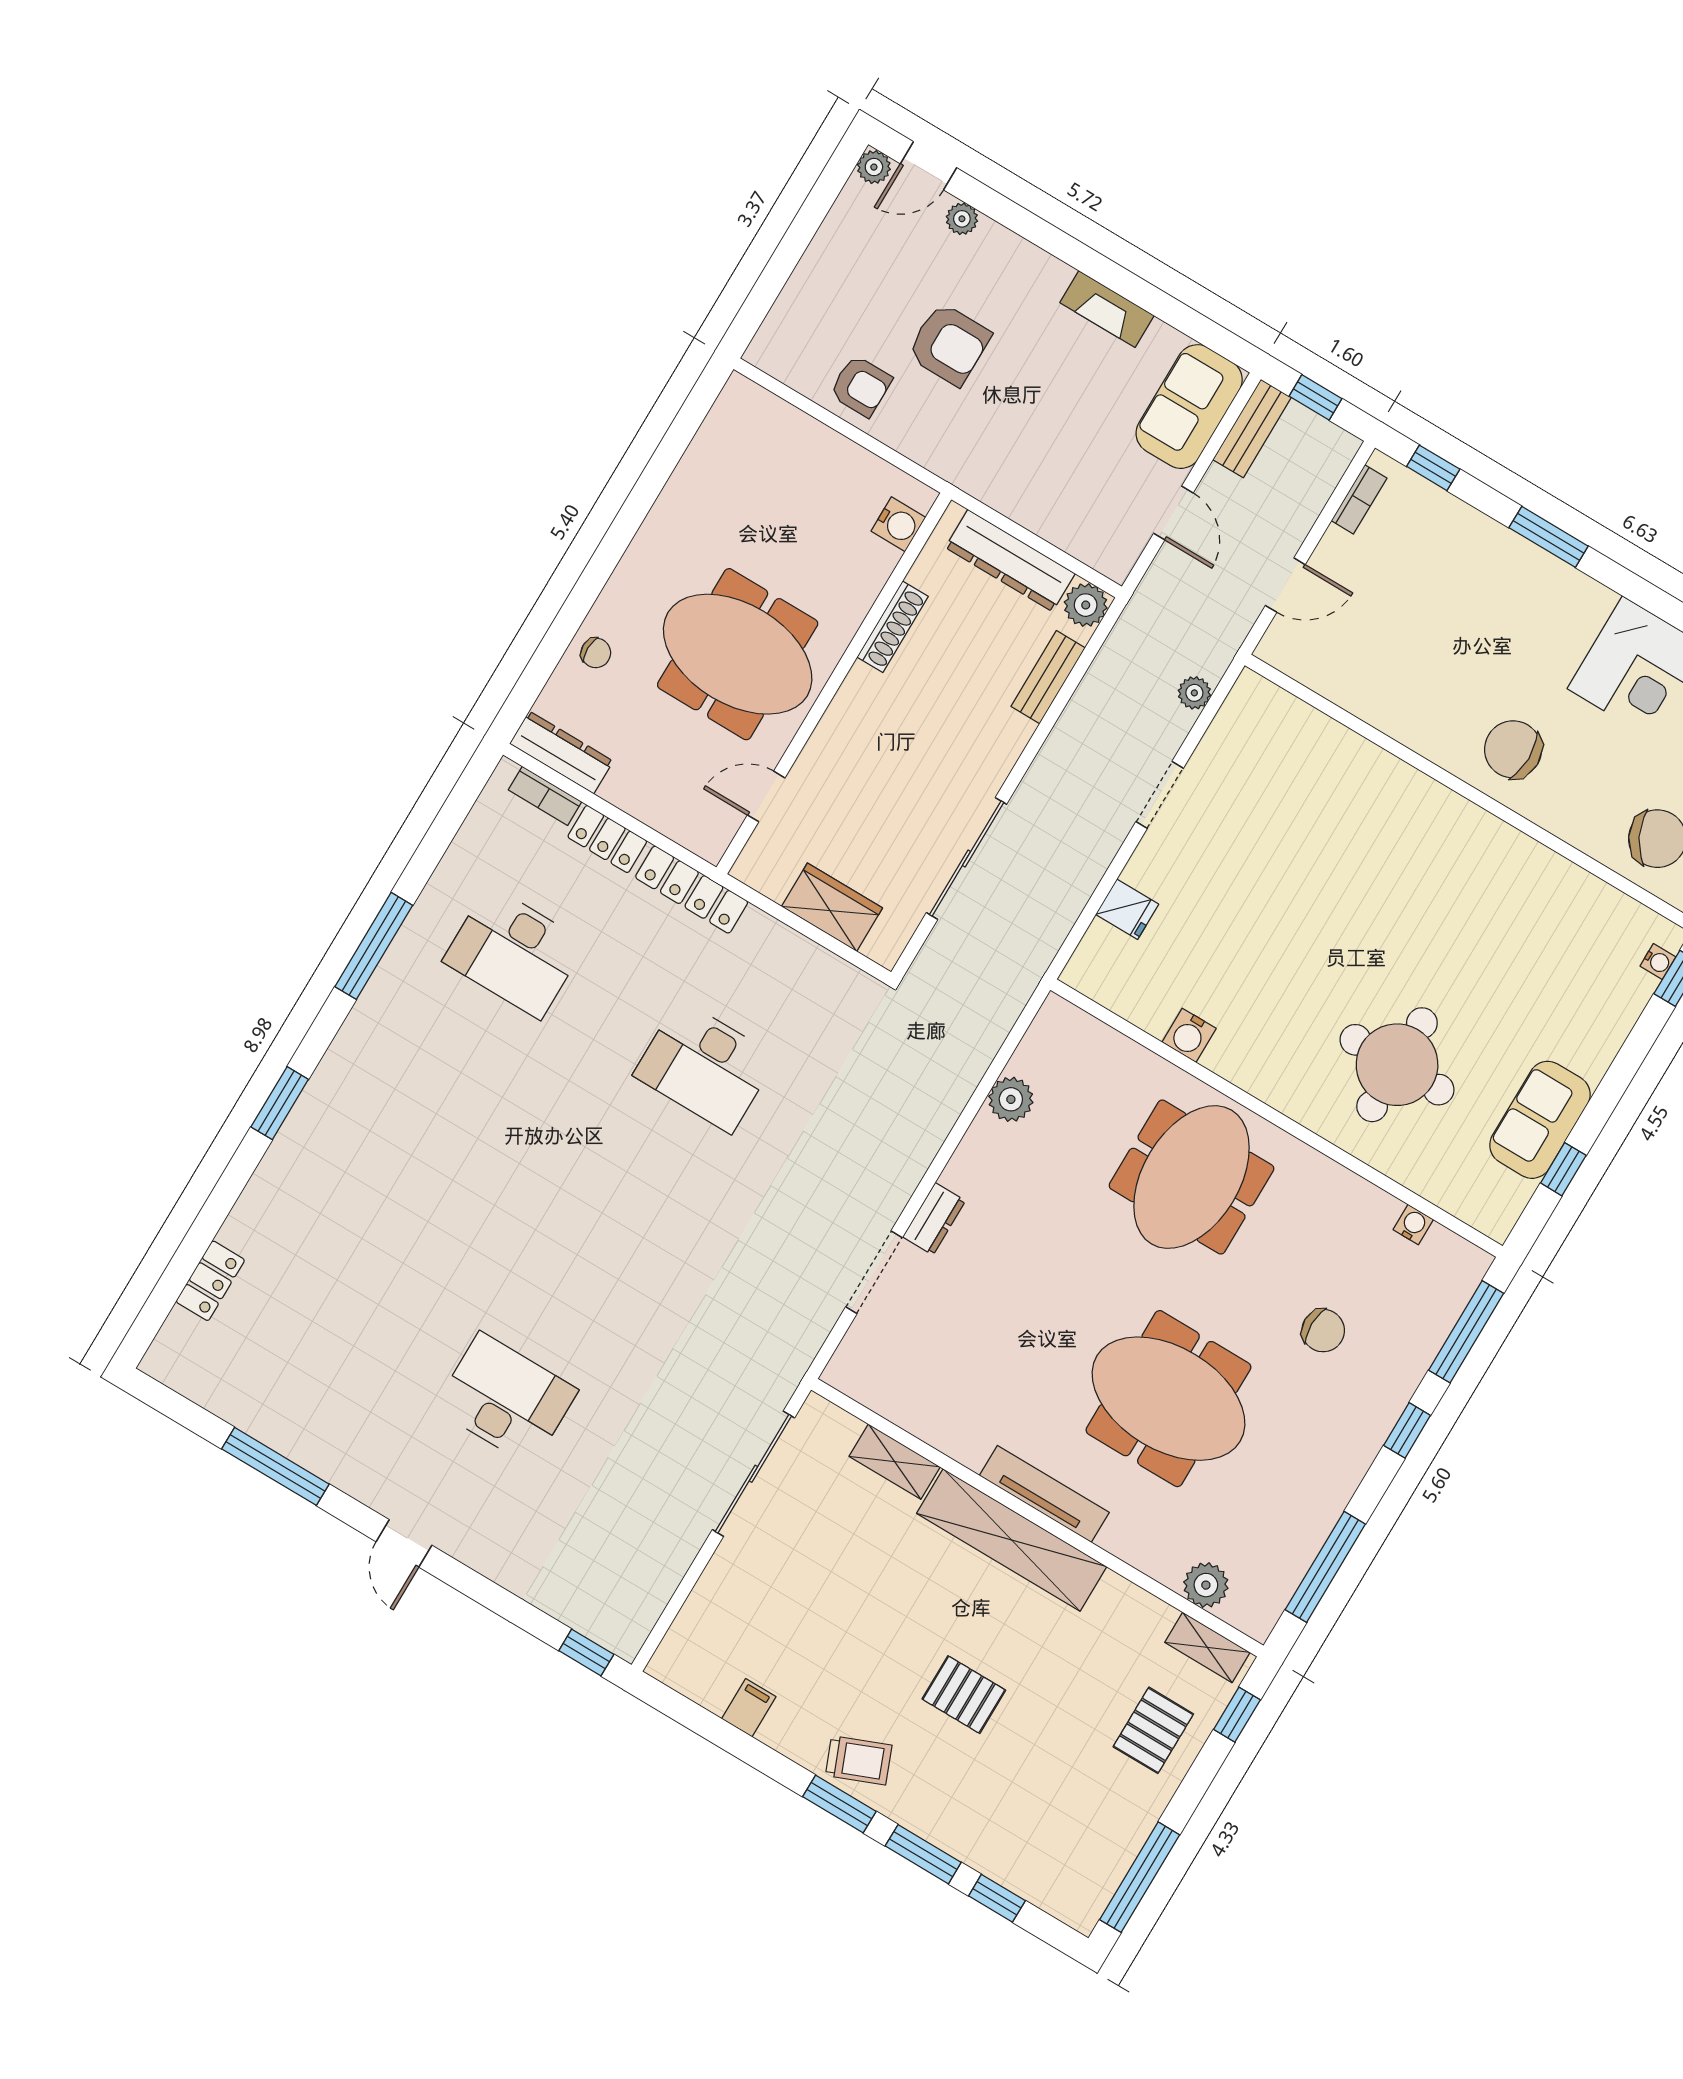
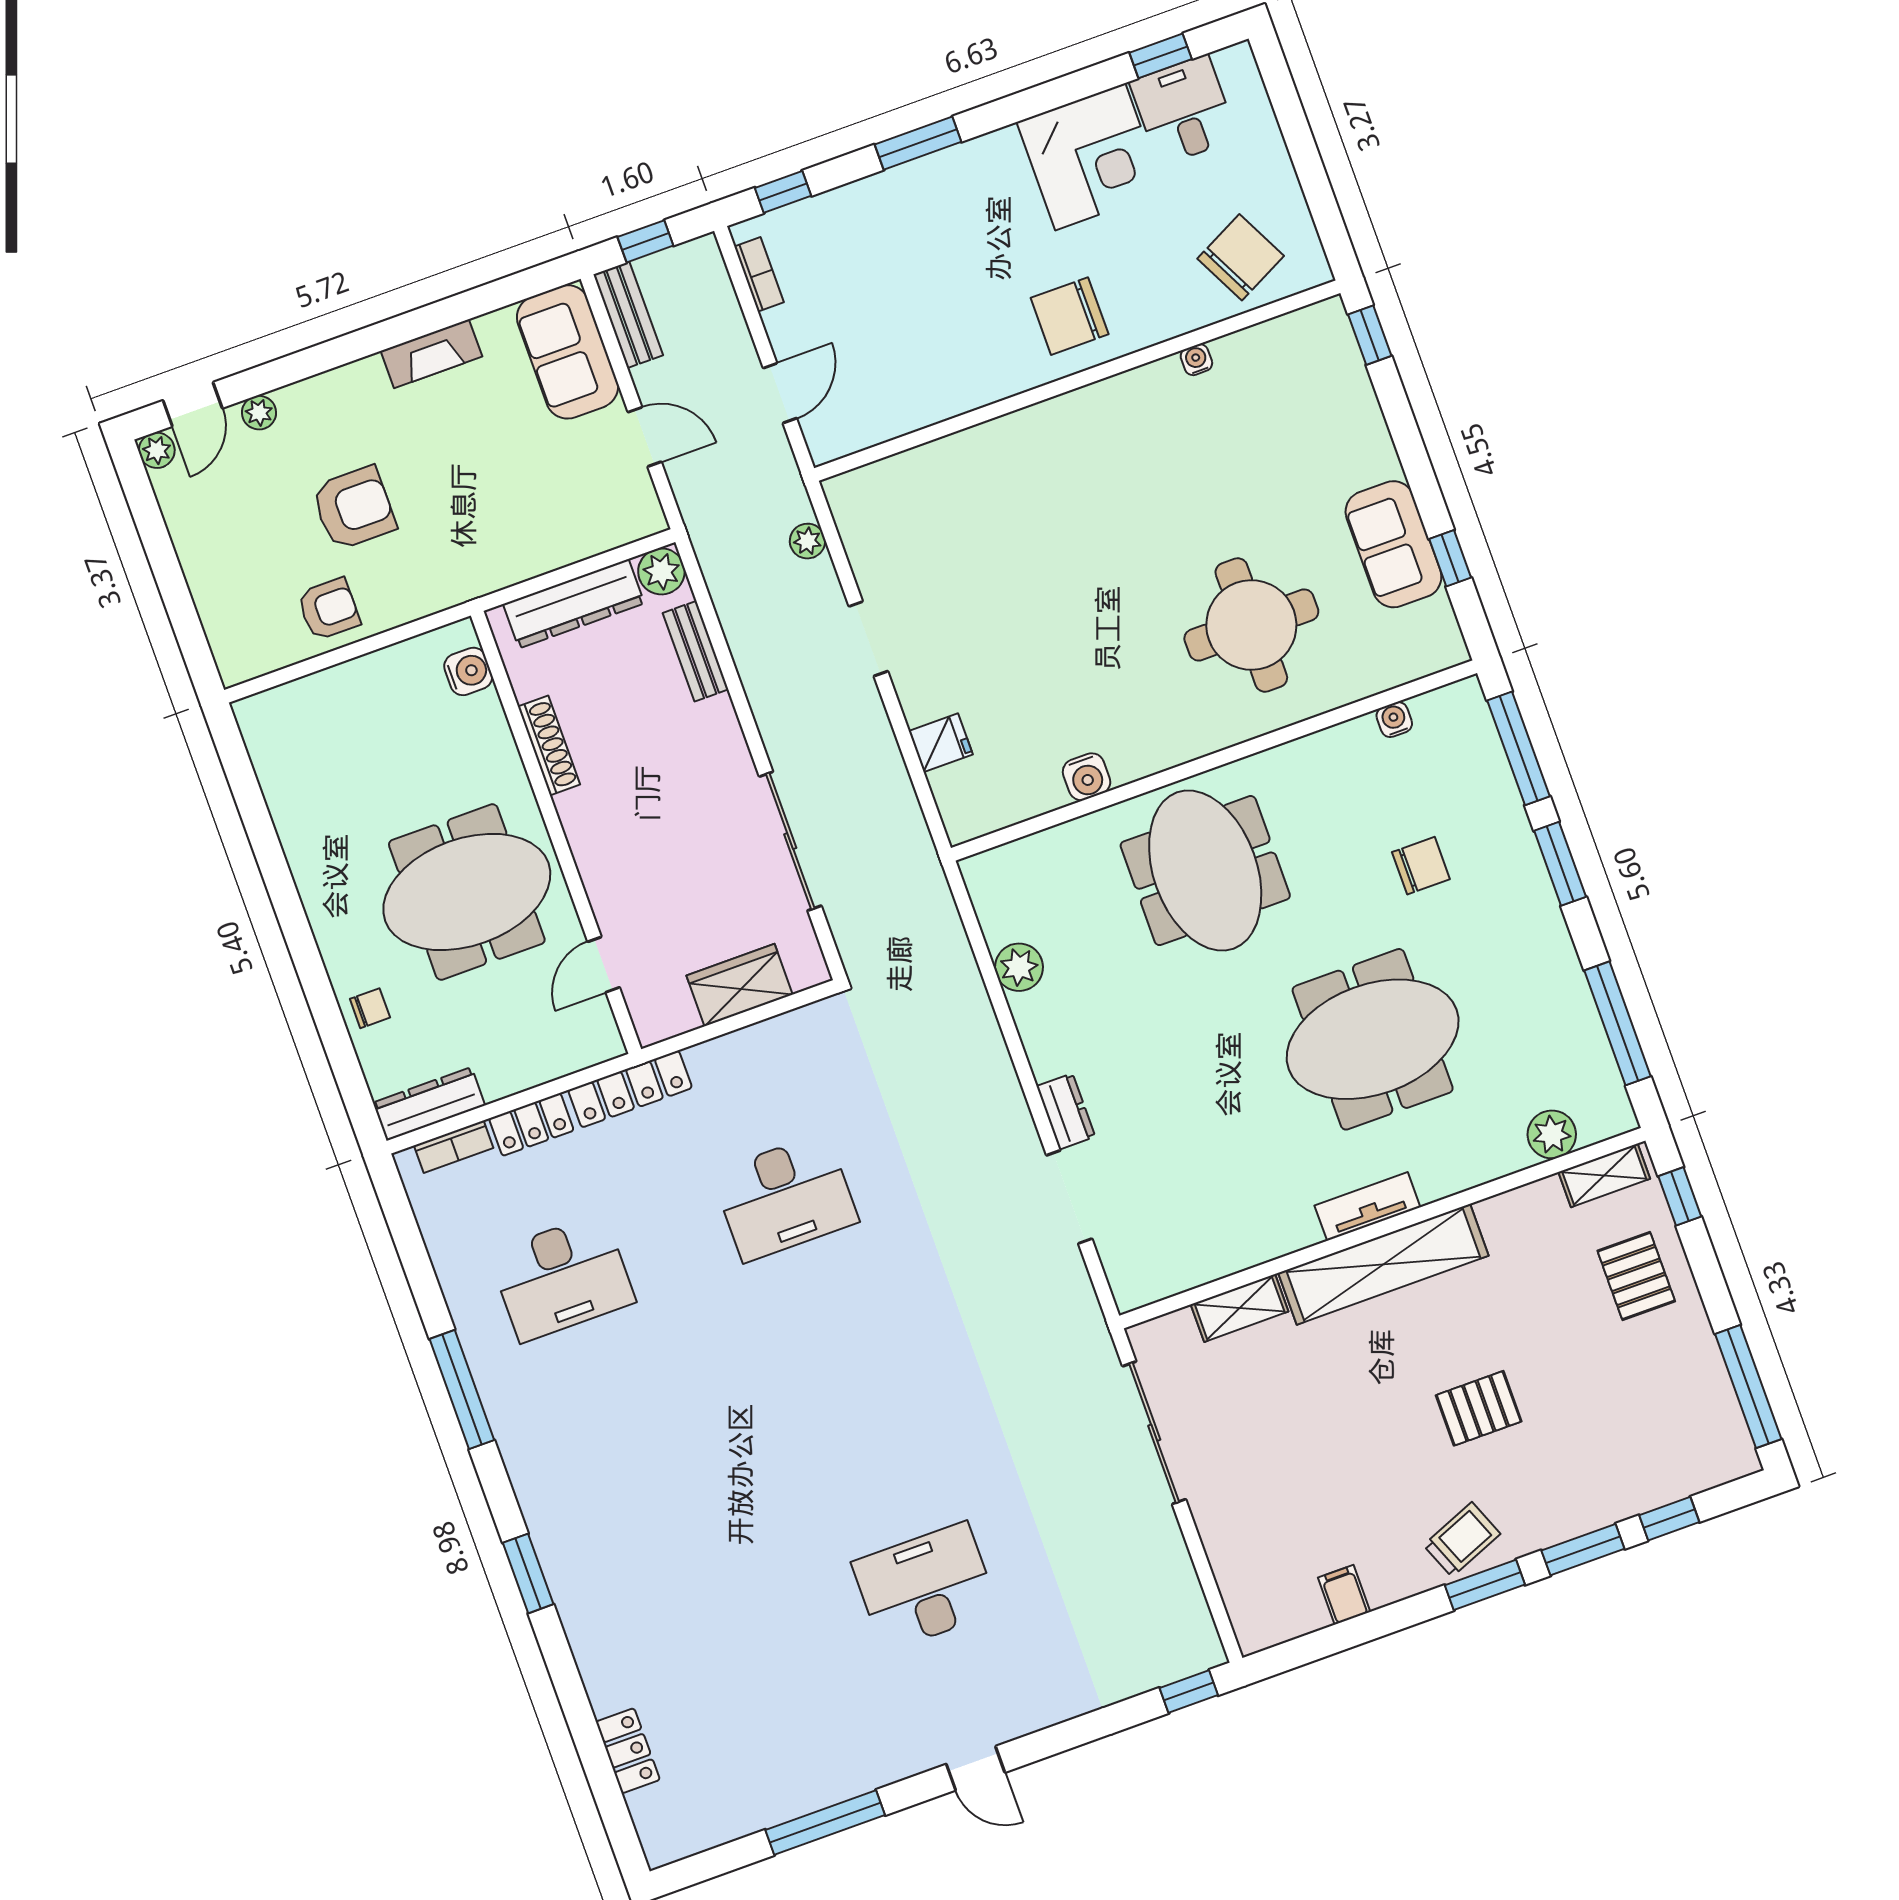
water cooler: (1658, 961) -> (1196, 360), moved, turned -90
window: (1407, 1430) -> (1560, 864), width x1.50
tv unit: (1044, 1494) -> (1367, 1206), width x0.71

